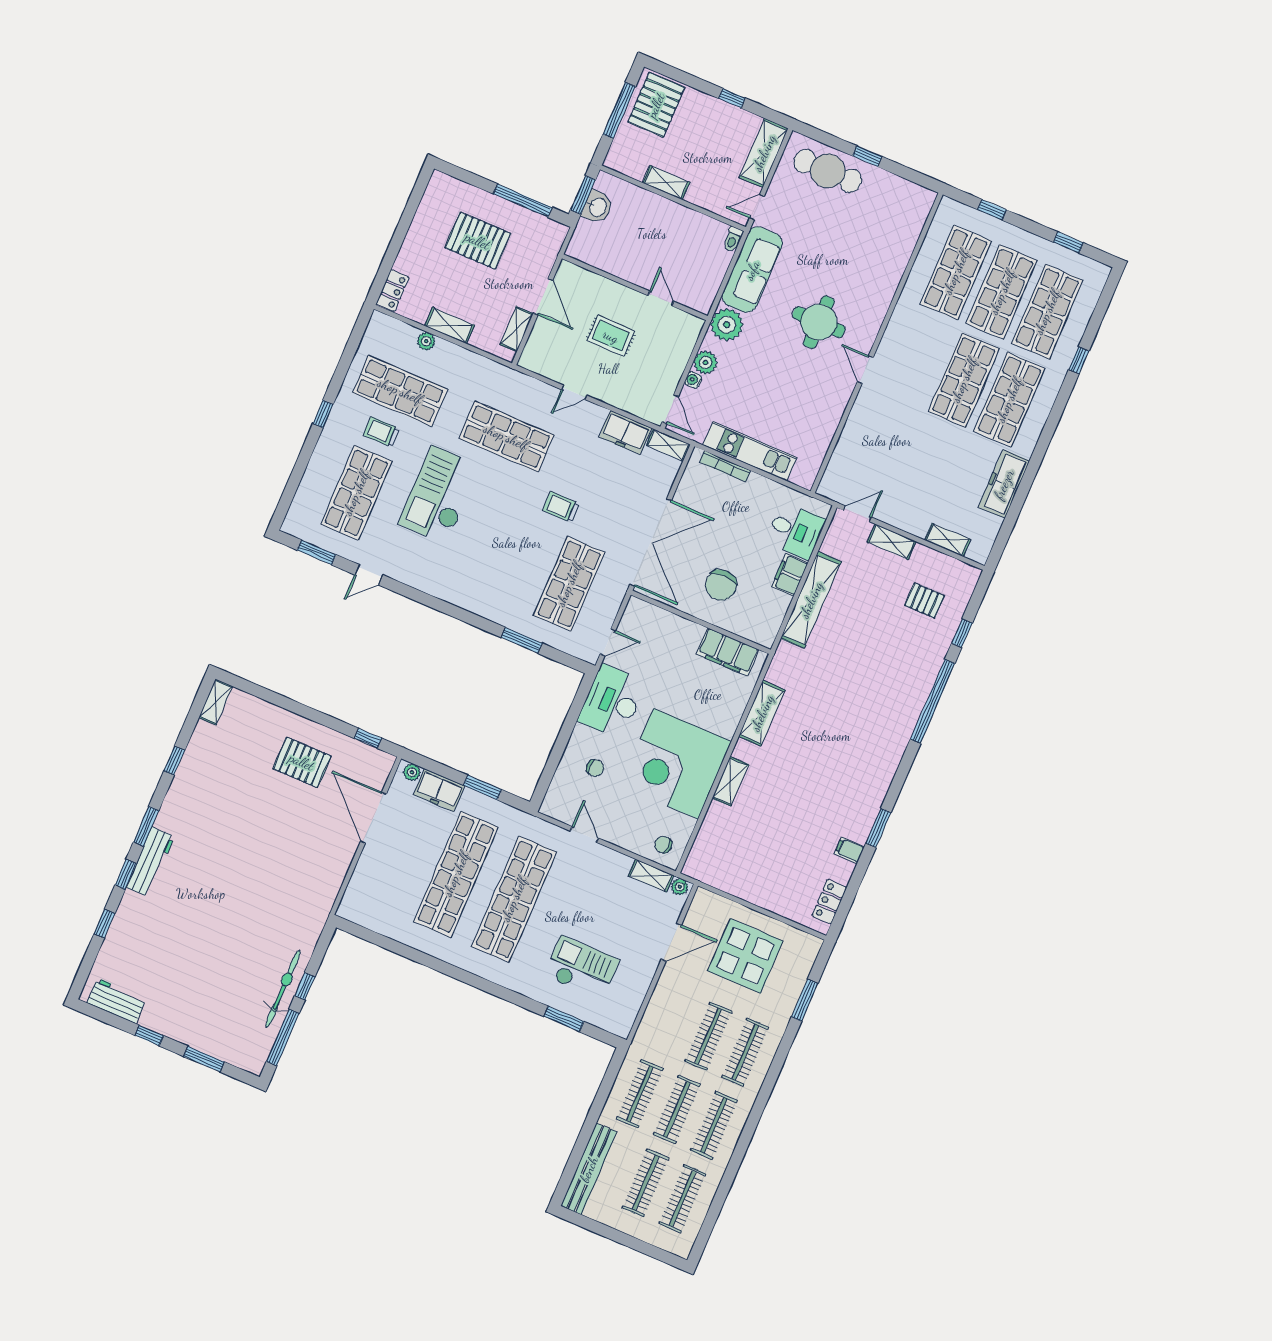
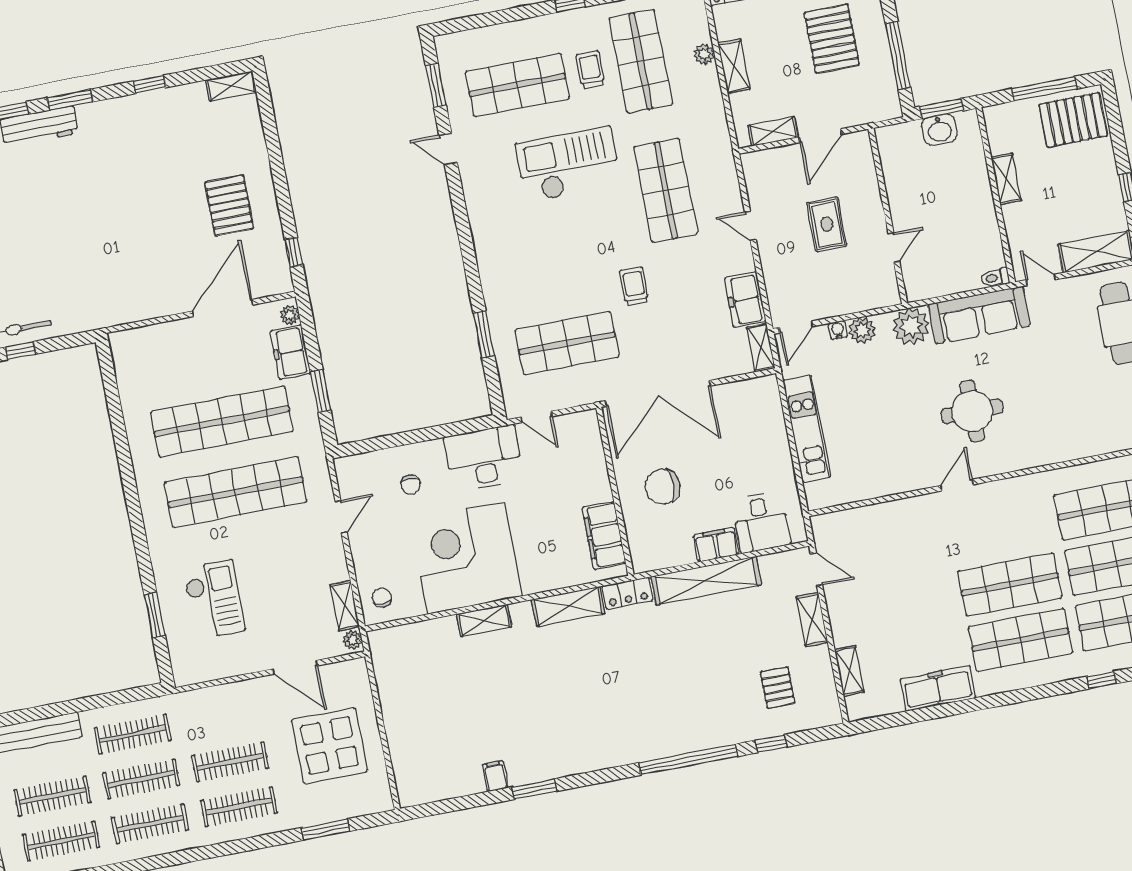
bookcase: (725, 466) -> (777, 415), removed
locker: (829, 902) -> (627, 593), moved, turned 180

